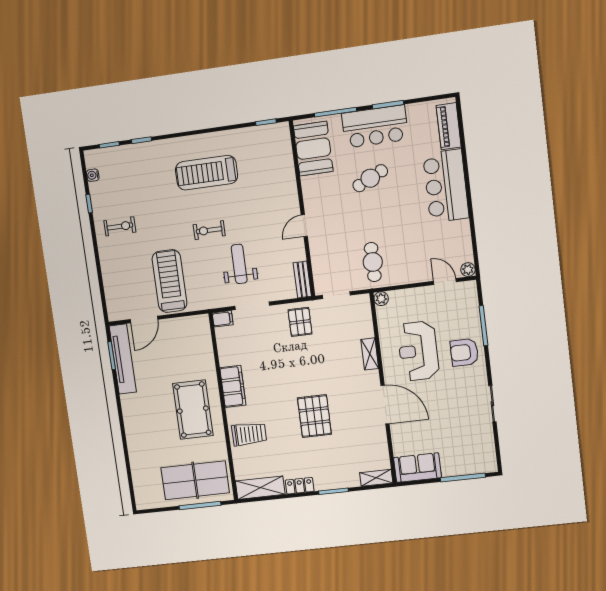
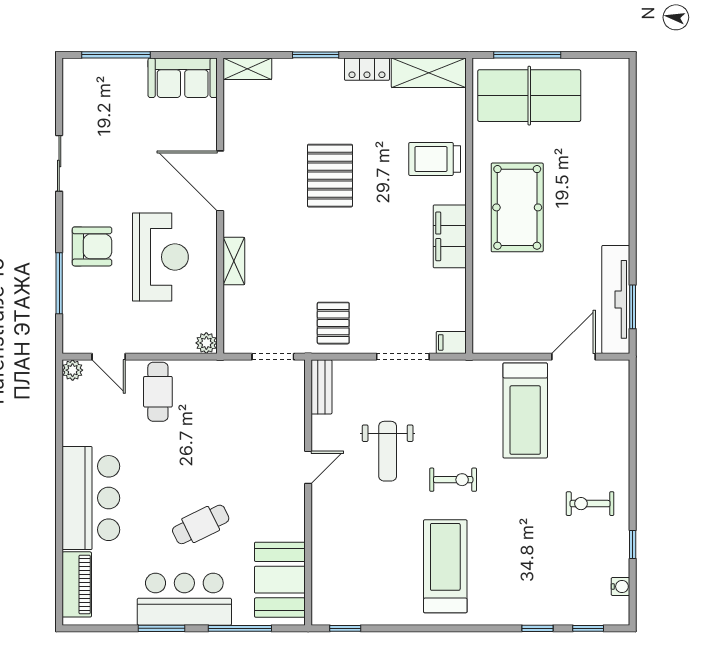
treadmill: (206, 173) -> (445, 566), turned -90
cafe table: (373, 262) -> (158, 392), moved
weight bench: (239, 264) -> (388, 451), moved

